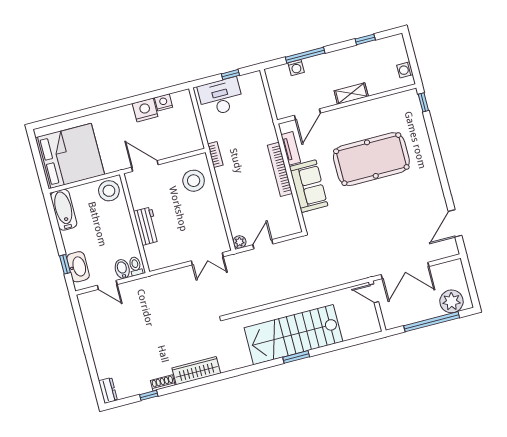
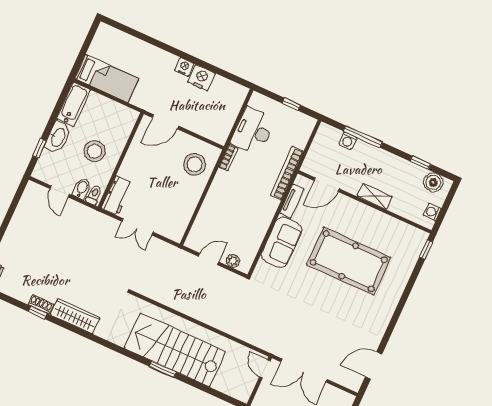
boiler: (387, 47) -> (433, 182), added
desk: (221, 97) -> (253, 131), moved, turned -90
nightstand: (163, 102) -> (184, 67), moved
bed: (70, 156) -> (107, 79), width x0.49
door: (145, 166) -> (165, 122), swing flipped
bookcase: (280, 169) -> (287, 173), moved
stool: (109, 191) -> (94, 151), moved
workbench: (147, 226) -> (117, 196), moved
plant: (239, 242) -> (233, 261), moved
double door: (207, 259) -> (138, 227), moved
washbasin: (78, 267) -> (58, 137), moved
window: (149, 395) -> (38, 313), moved

